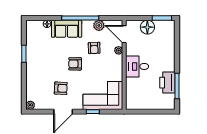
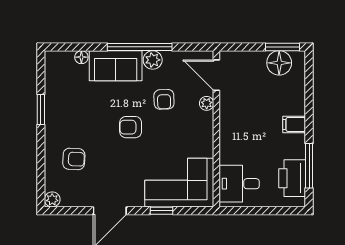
plant: (99, 25) -> (153, 60), moved
floor lamp: (147, 27) -> (279, 63), moved
filing cabinet: (169, 62) -> (294, 124), added
desk: (137, 66) -> (239, 184), moved
printer: (167, 83) -> (292, 178), moved
armchair: (61, 88) -> (74, 159), moved

